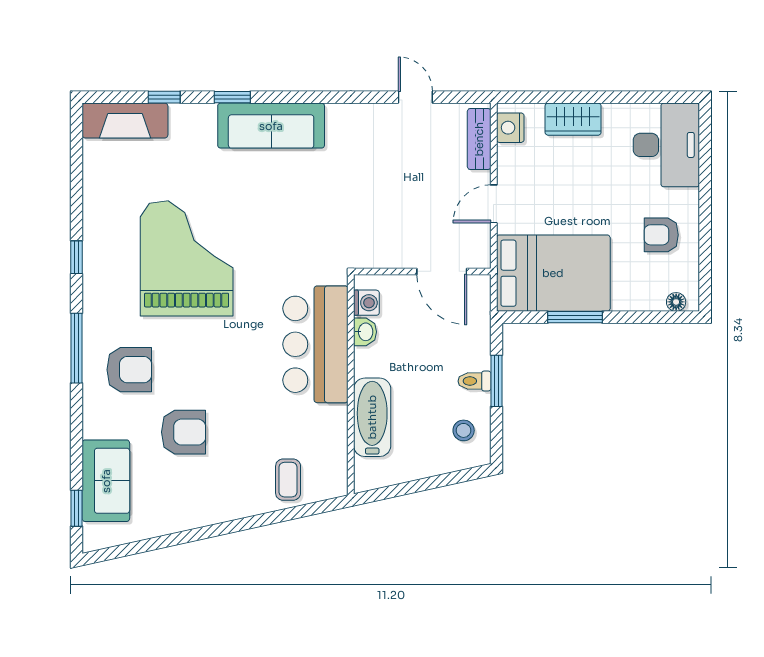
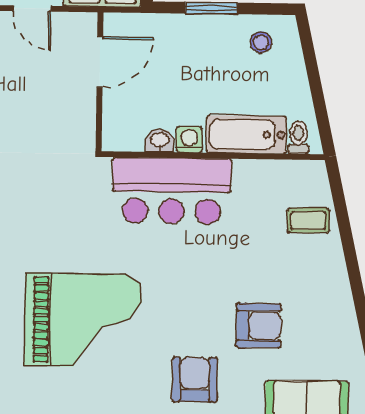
grand piano: (187, 258) -> (83, 320), turned 180
washing machine: (366, 303) -> (189, 139), moved
toilet: (474, 381) -> (299, 137), moved, turned 180
armchair: (184, 432) -> (259, 326), turned 90

